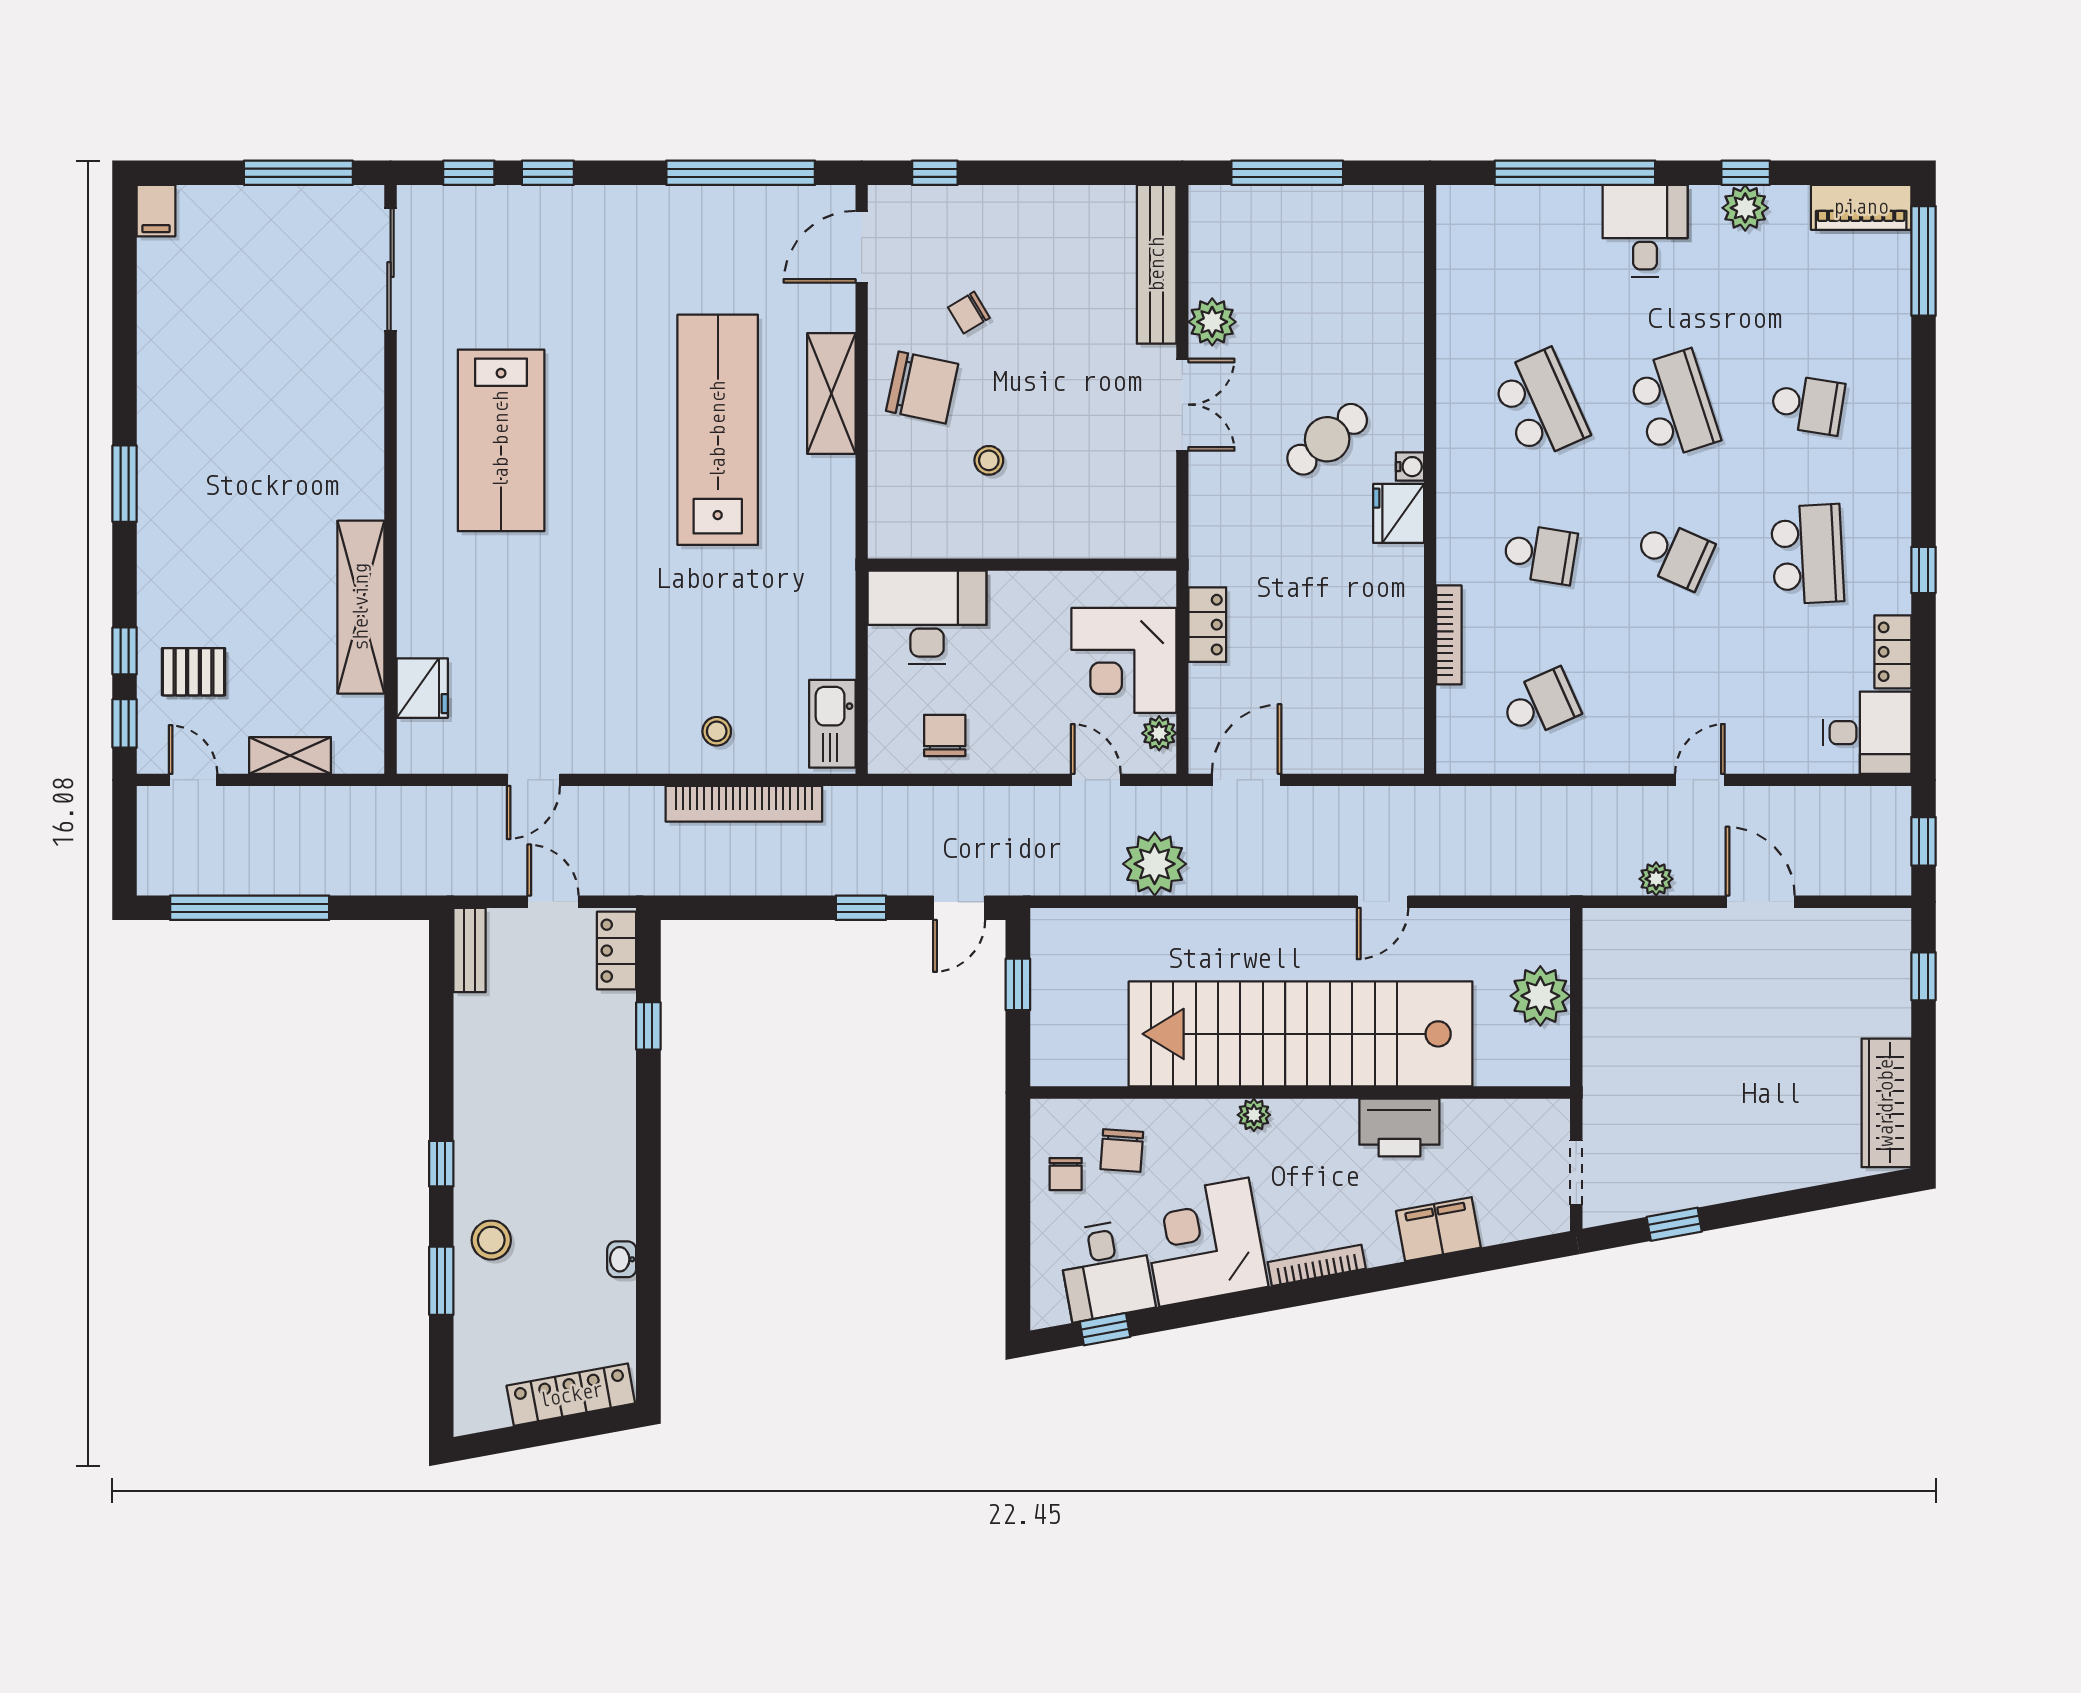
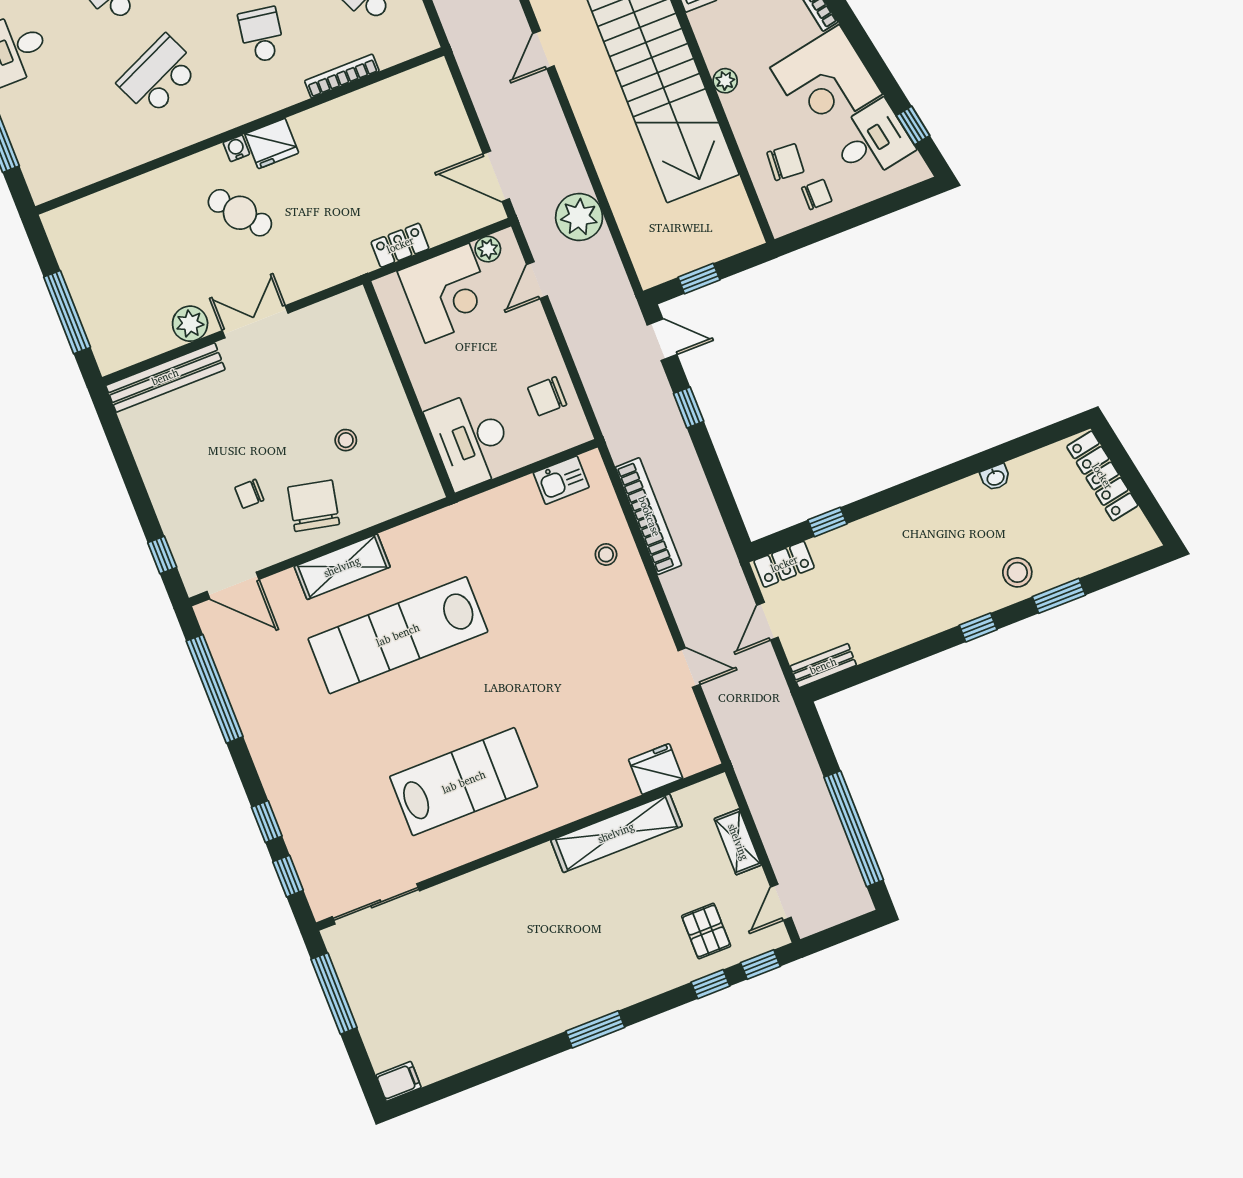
chair: (969, 313) -> (249, 494), turned 121
kitchen sink: (832, 724) -> (561, 480), width x0.73
door: (1383, 902) -> (544, 50), swing flipped

